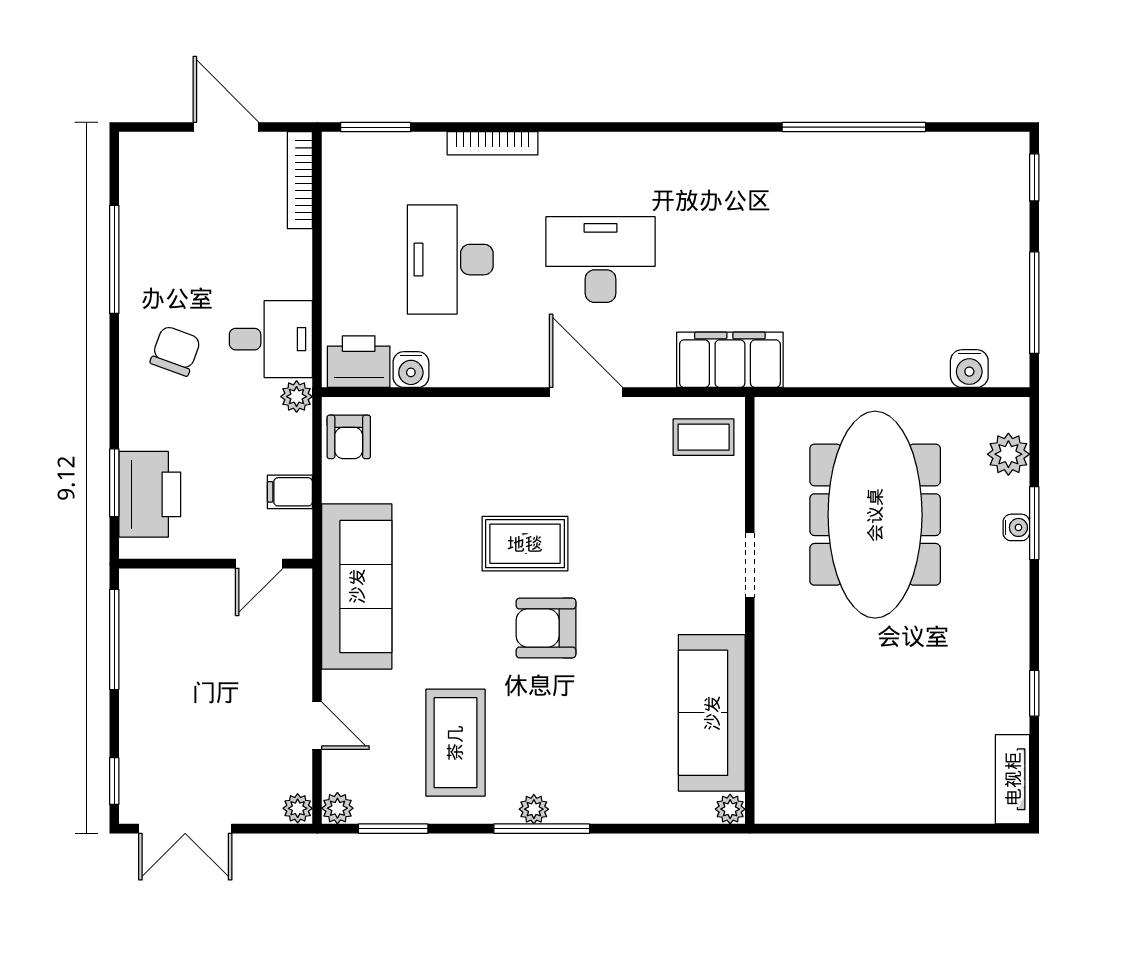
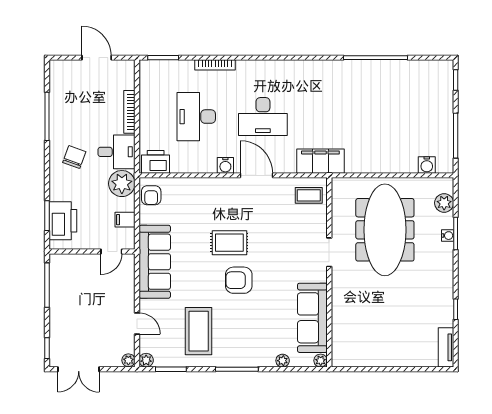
bookcase: (300, 180) -> (129, 112), moved
desk: (601, 260) -> (263, 117), turned 180
water cooler: (411, 370) -> (225, 165), moved
plant: (297, 397) -> (122, 184), width x1.88, depth x1.88
plant: (534, 809) -> (283, 361), moved

